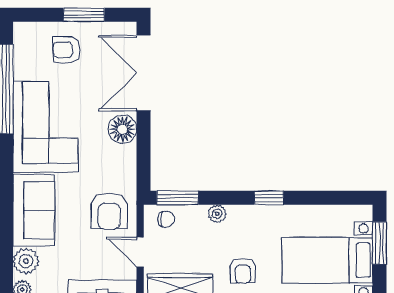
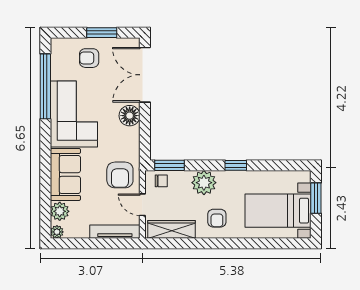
plant: (217, 214) -> (204, 183), width x1.87, depth x1.87

